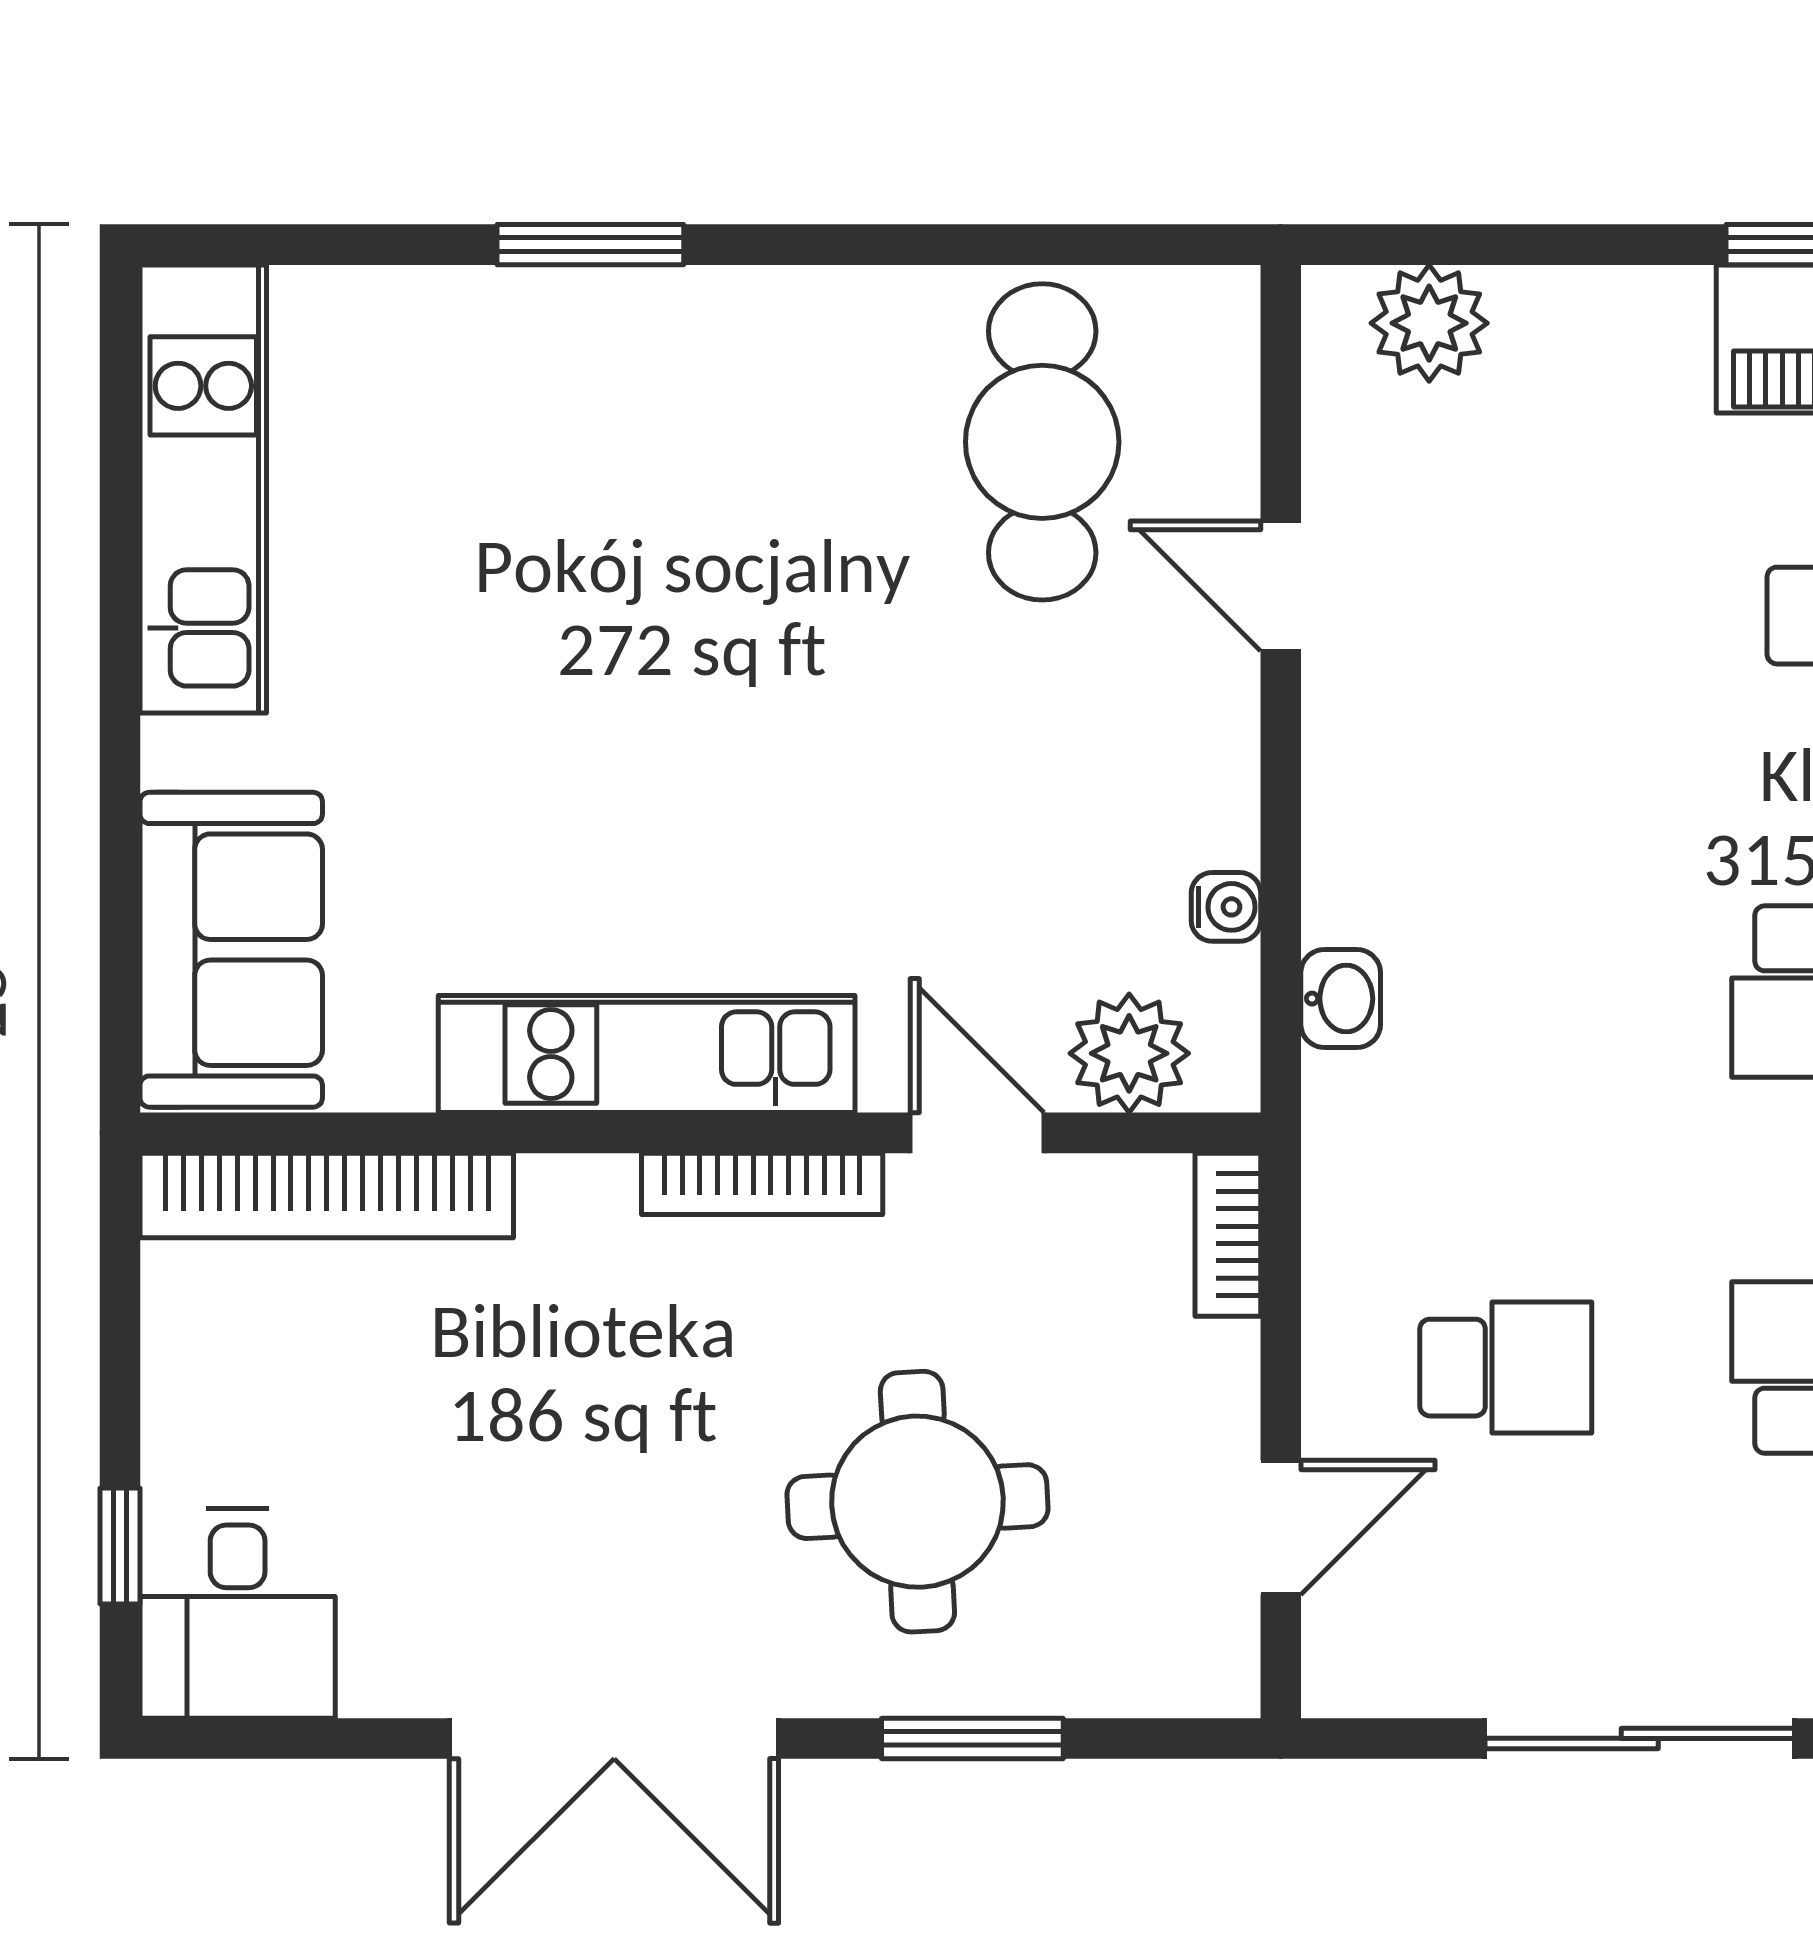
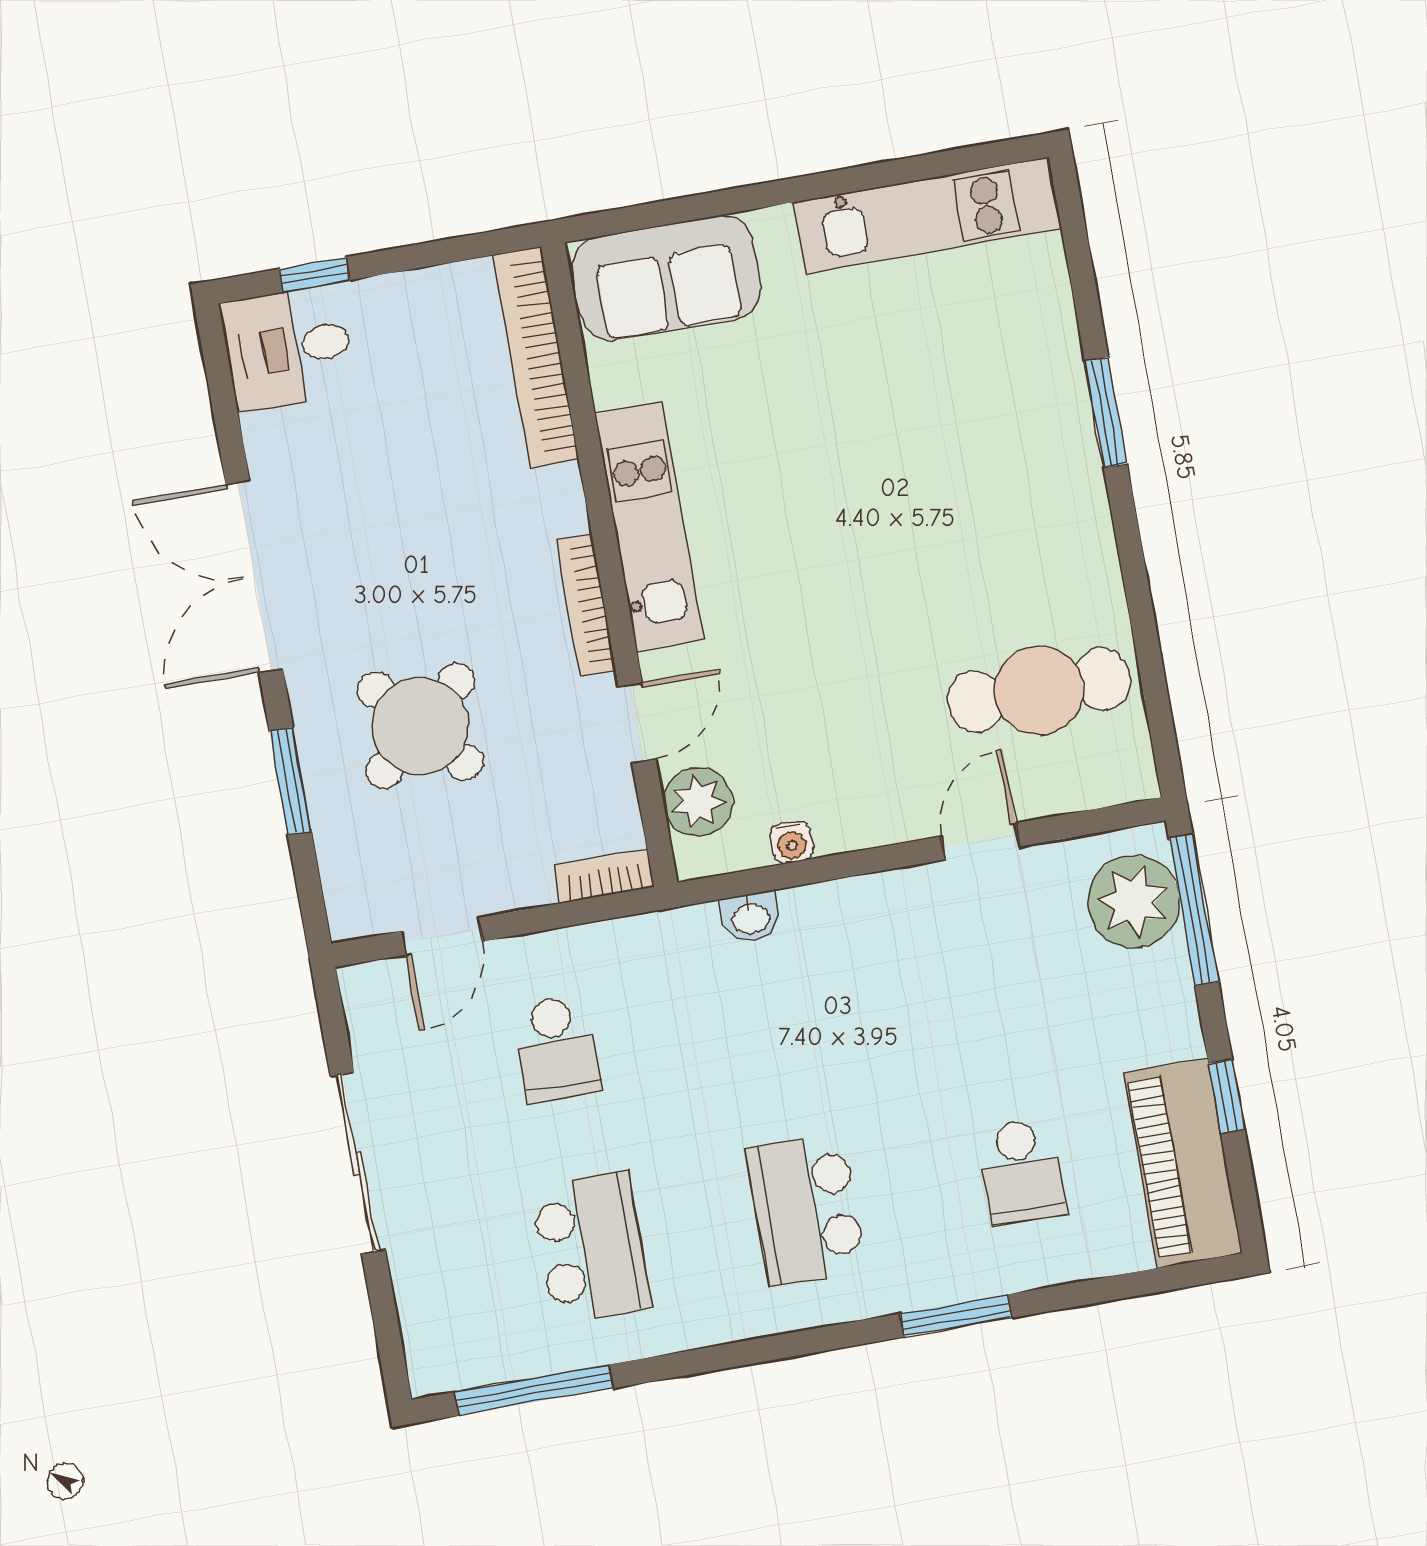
window: (1461, 245) -> (1194, 910), added
plant: (1429, 323) -> (1134, 902), width x1.36, depth x1.36
round table: (917, 1502) -> (420, 726), turned -38
door: (1281, 1528) -> (442, 936), hinge flipped

